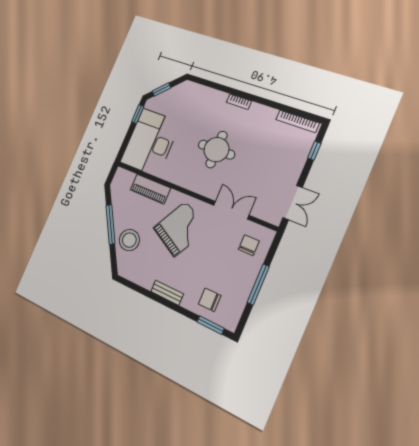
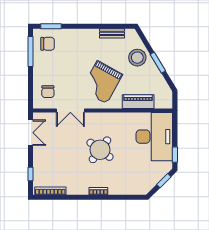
round table: (216, 150) -> (100, 150), turned 37
double door: (293, 203) -> (31, 133), swing flipped
window: (111, 224) -> (158, 63), width x0.69
window: (258, 284) -> (31, 52), moved
bench: (167, 293) -> (112, 33), moved
chair: (210, 300) -> (48, 44), moved

